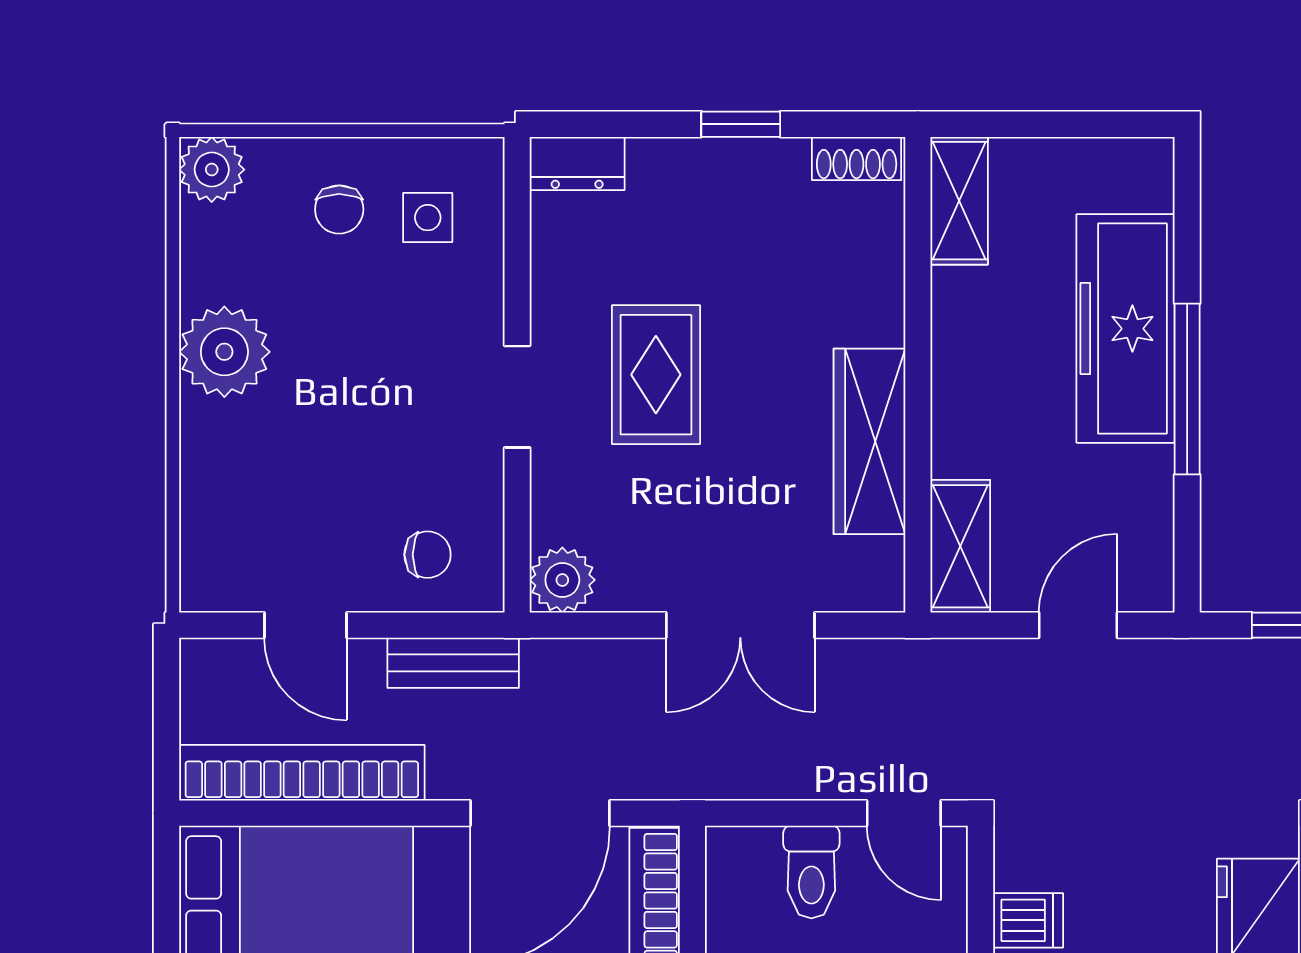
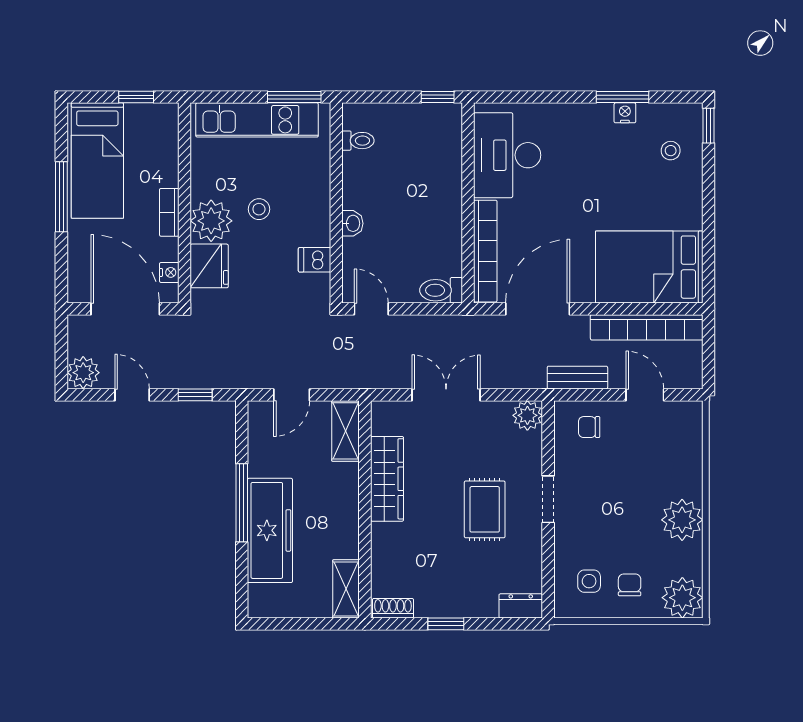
plant: (212, 170) -> (682, 598), width x1.36, depth x1.36
toilet: (811, 872) -> (441, 290), moved, turned -90

